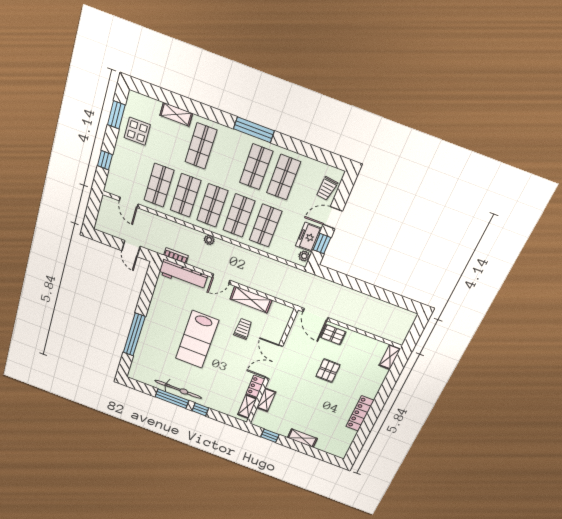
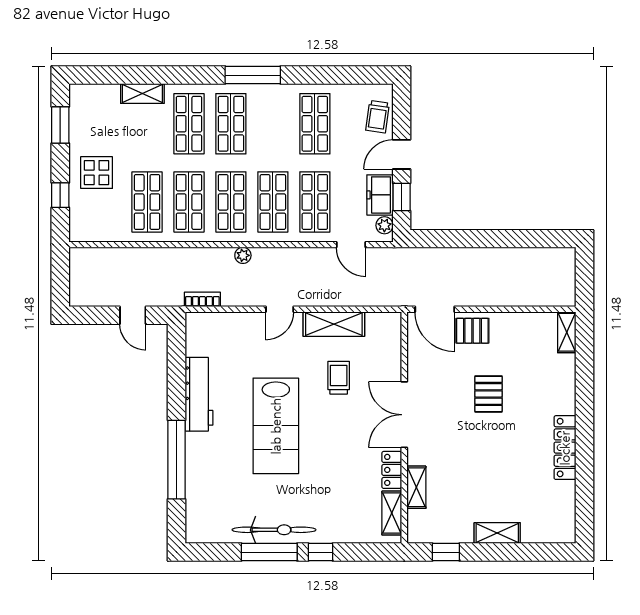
display table: (137, 131) -> (97, 173), moved
shop shelf: (256, 167) -> (231, 124), moved
door: (129, 202) -> (351, 245), moved
workbench: (183, 275) -> (199, 394), moved, turned -90

